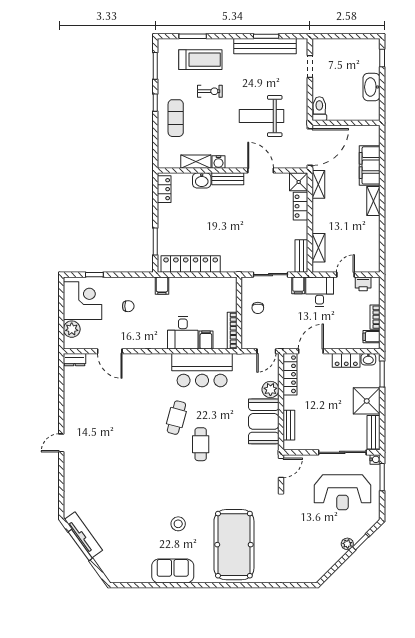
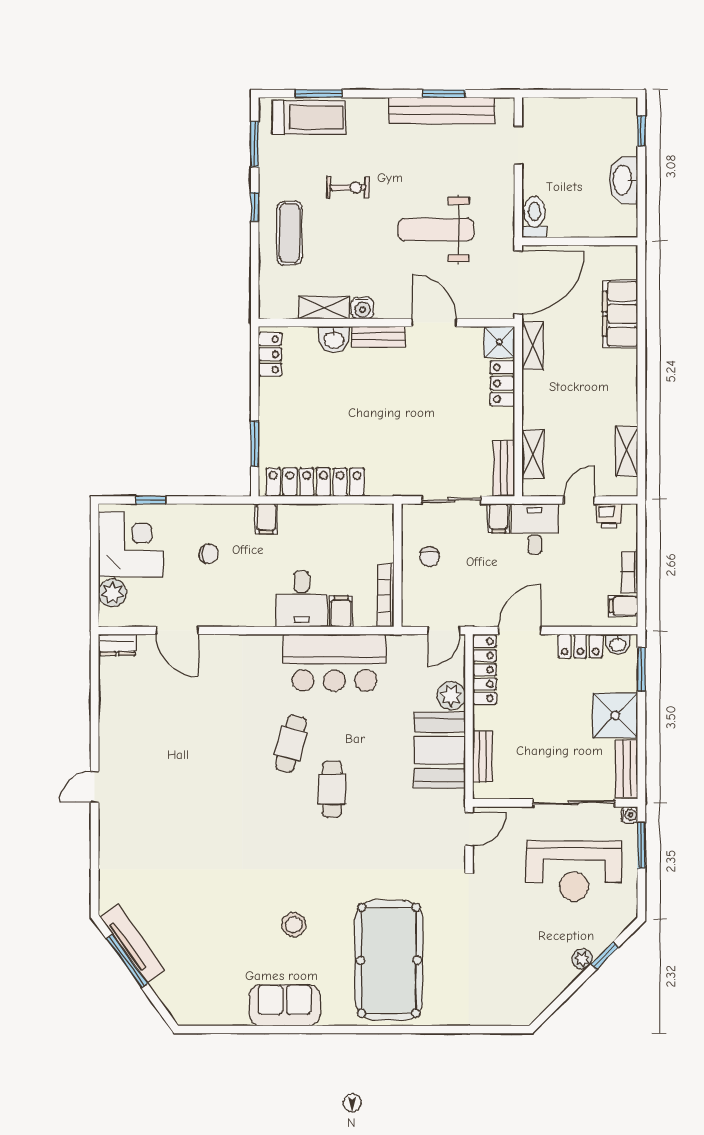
treadmill: (200, 60) -> (309, 117), moved
shelving: (373, 201) -> (626, 451), moved

